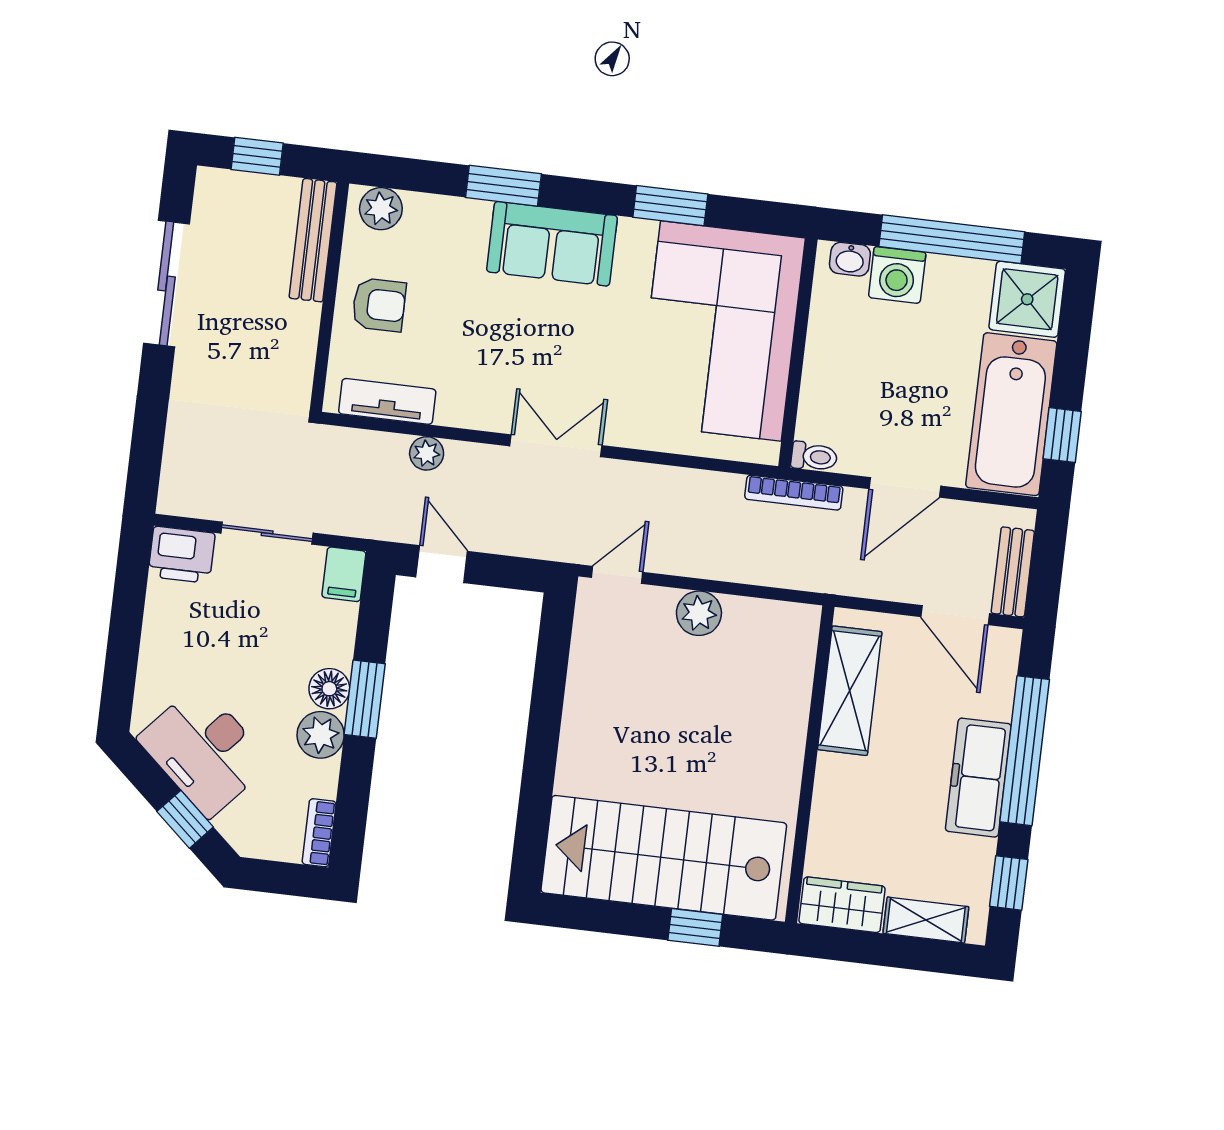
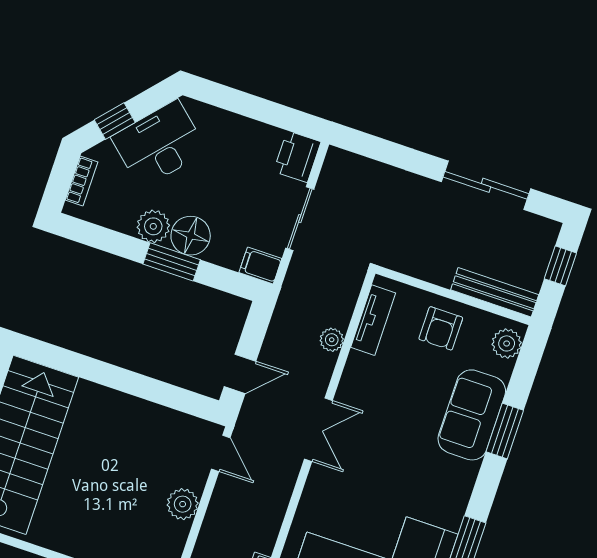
sofa: (552, 244) -> (472, 415), moved
door: (442, 564) -> (240, 374), moved
floor lamp: (329, 689) -> (191, 236), width x1.38, depth x1.38
bookcase: (319, 833) -> (82, 181), moved, turned 90

